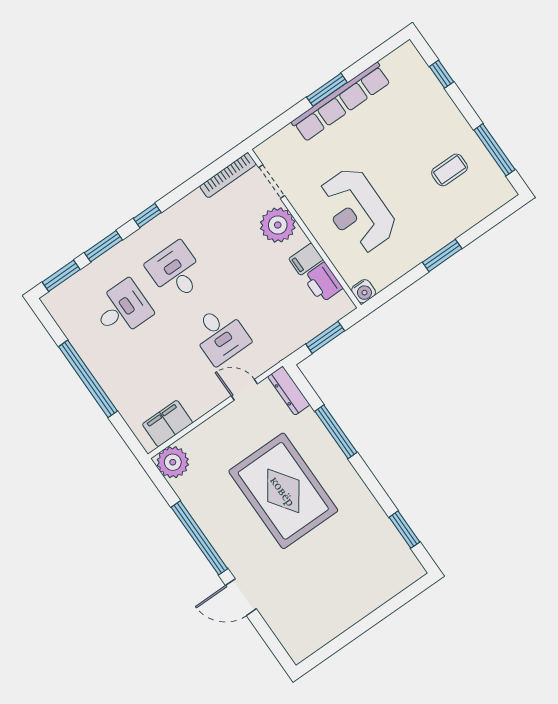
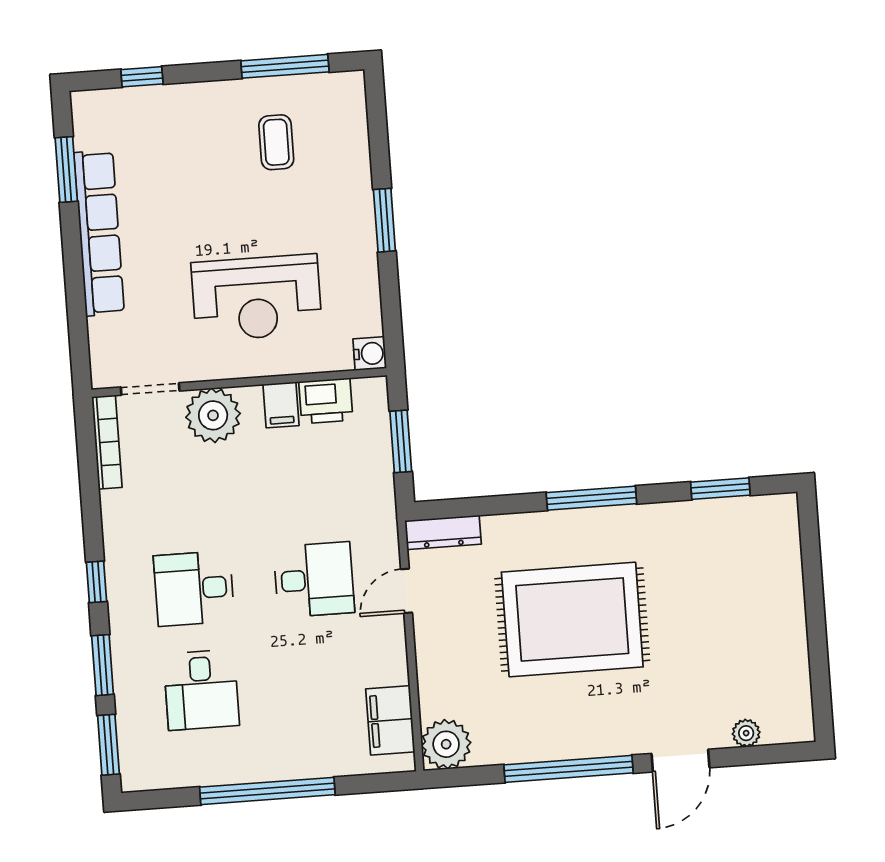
window: (327, 90) -> (66, 169), moved
desk: (122, 309) -> (201, 690), turned 180
window: (336, 432) -> (591, 498), moved
plant: (278, 624) -> (746, 733), added

